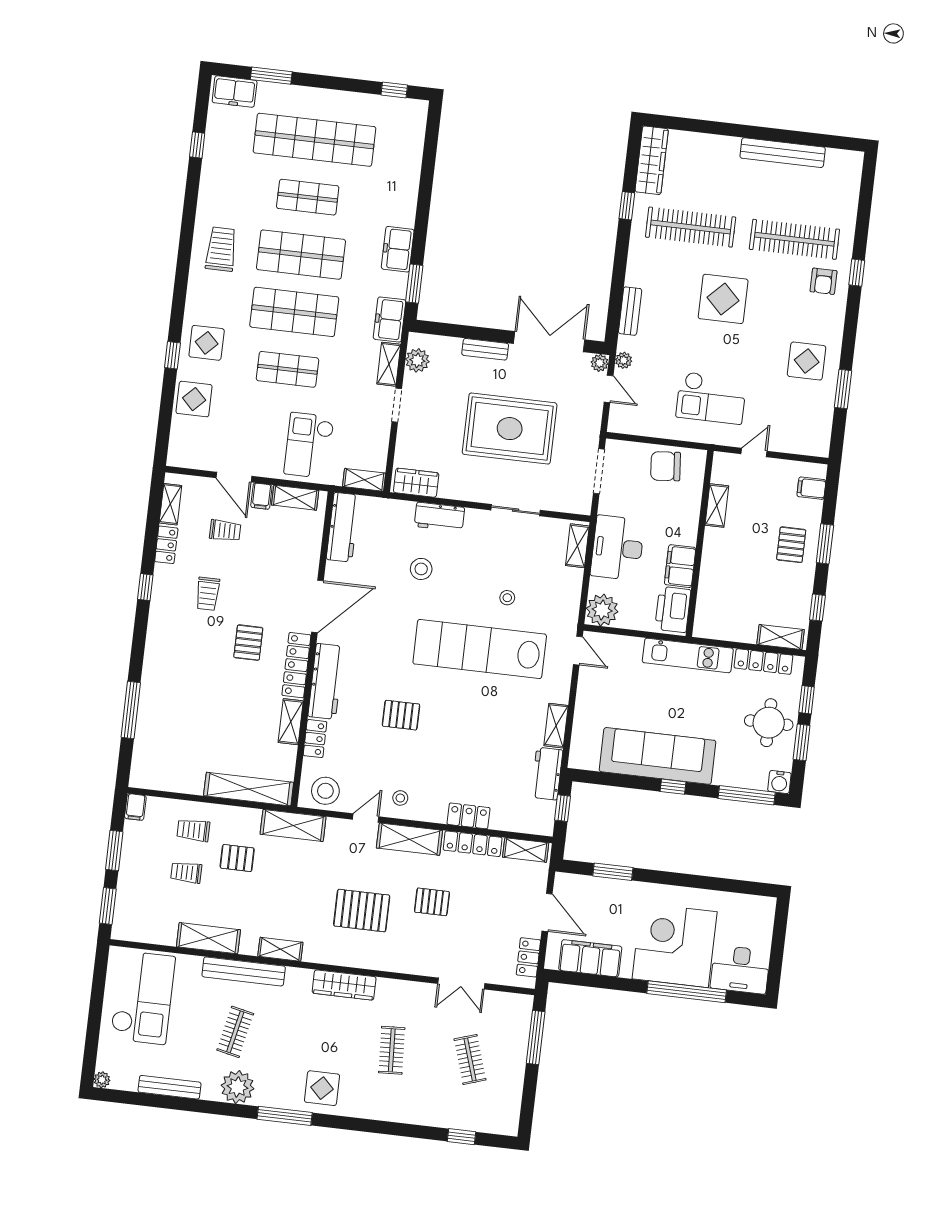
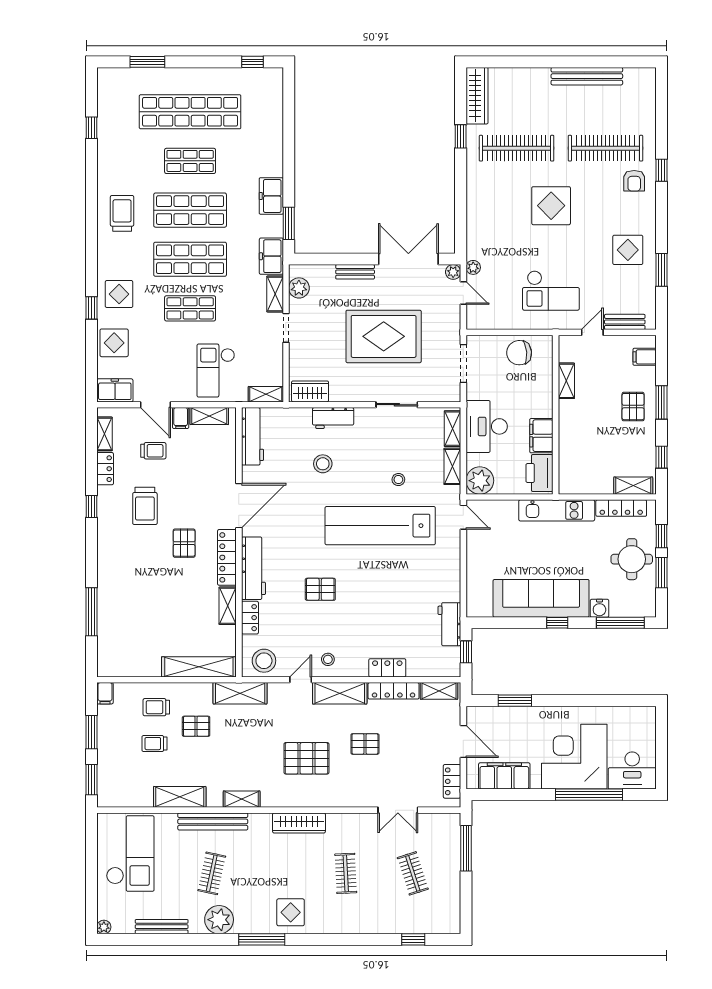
freezer: (235, 92) -> (115, 390), moved, turned 180
bench: (630, 311) -> (625, 322), moved, turned 90
trolley: (208, 594) -> (145, 506), width x1.36, depth x1.39
shelving: (556, 726) -> (452, 466), moved
water cooler: (779, 782) -> (599, 608), moved

